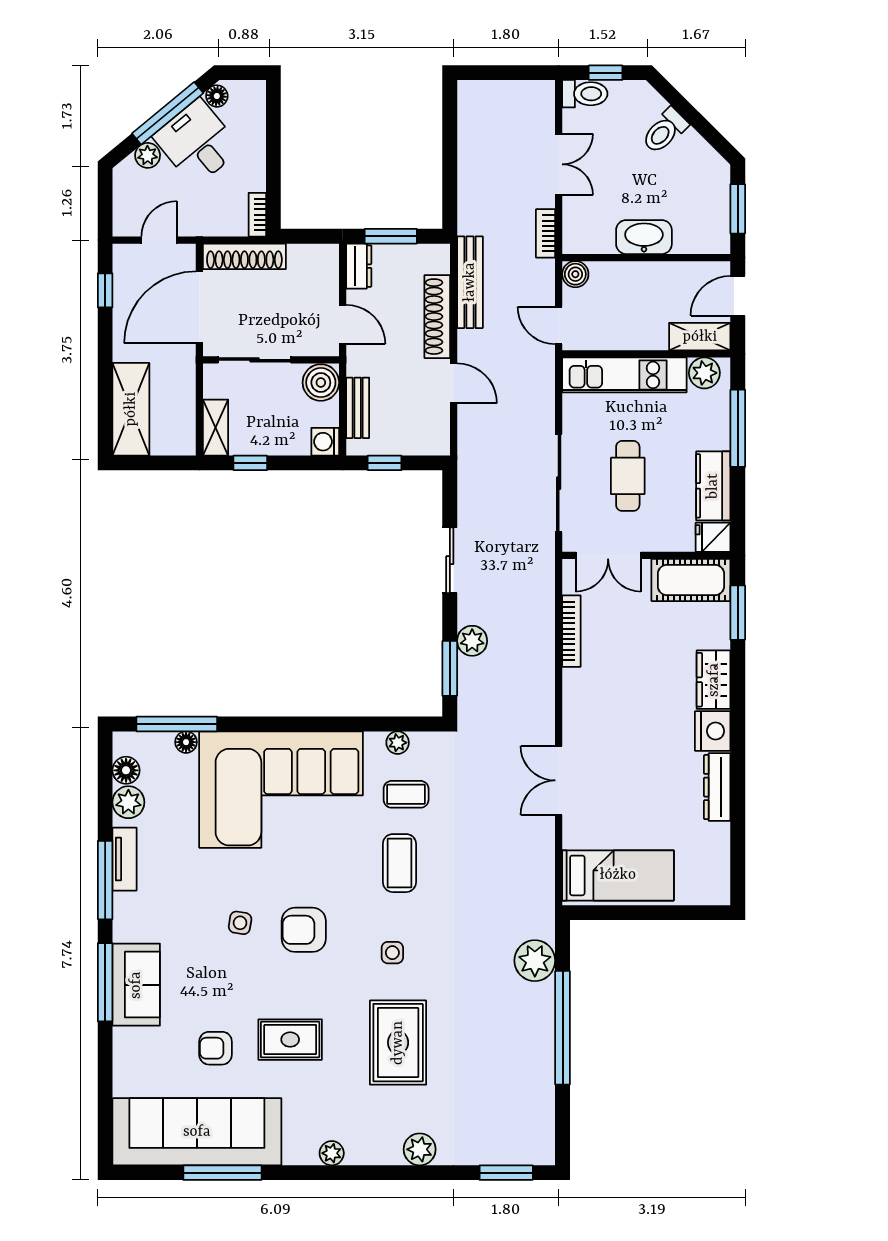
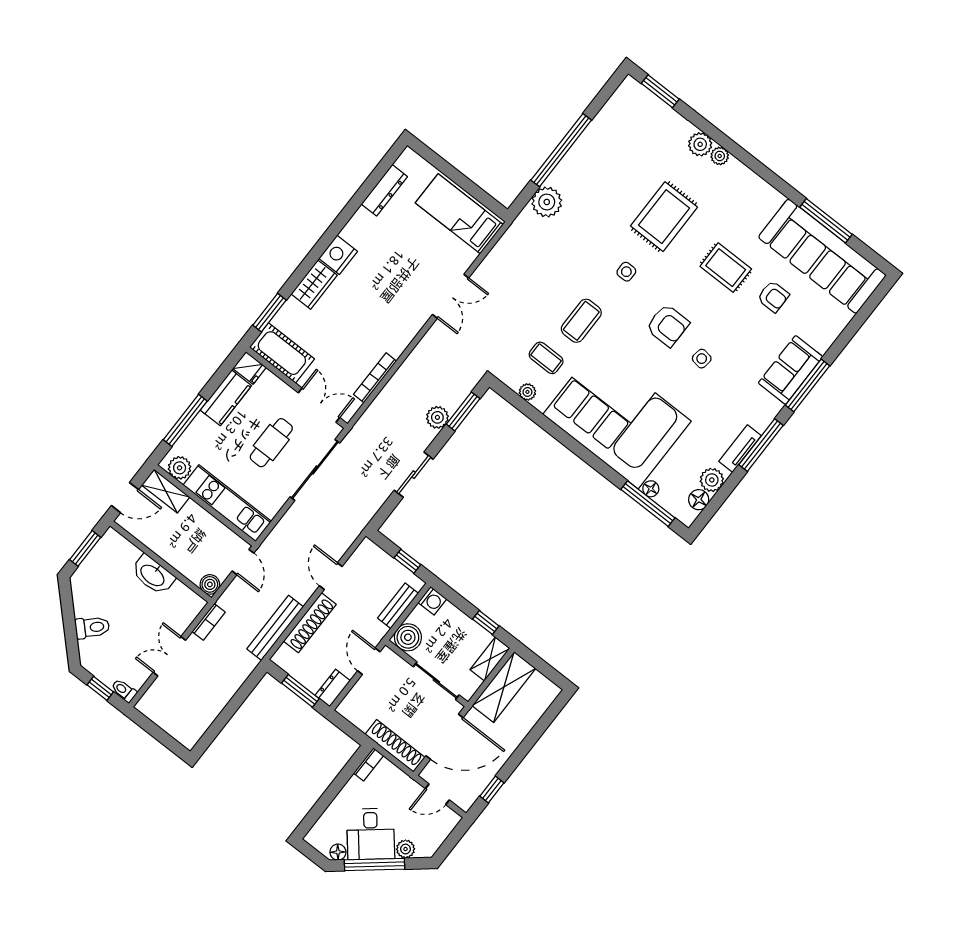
toilet: (585, 94) -> (124, 691), width x0.73, depth x0.72
shelving: (131, 409) -> (504, 687), moved
dresser: (717, 787) -> (384, 190), moved
plant: (332, 1153) -> (720, 156), moved

